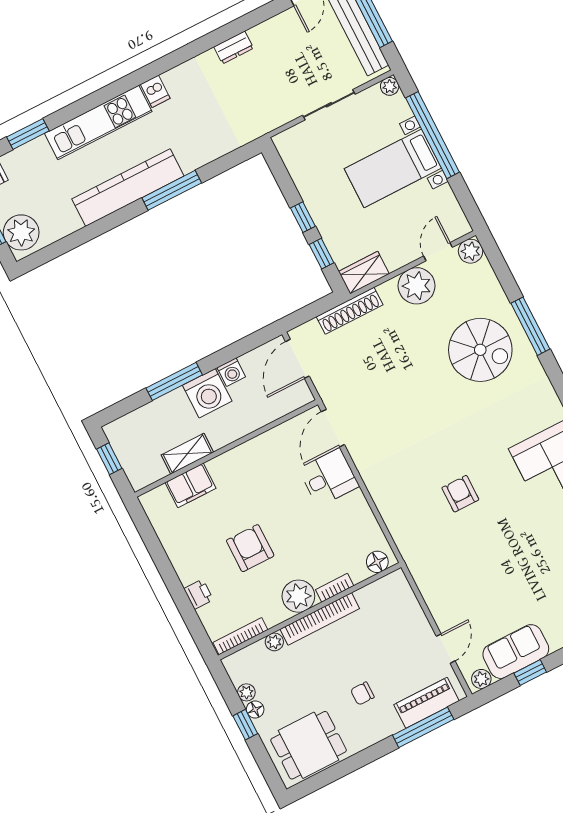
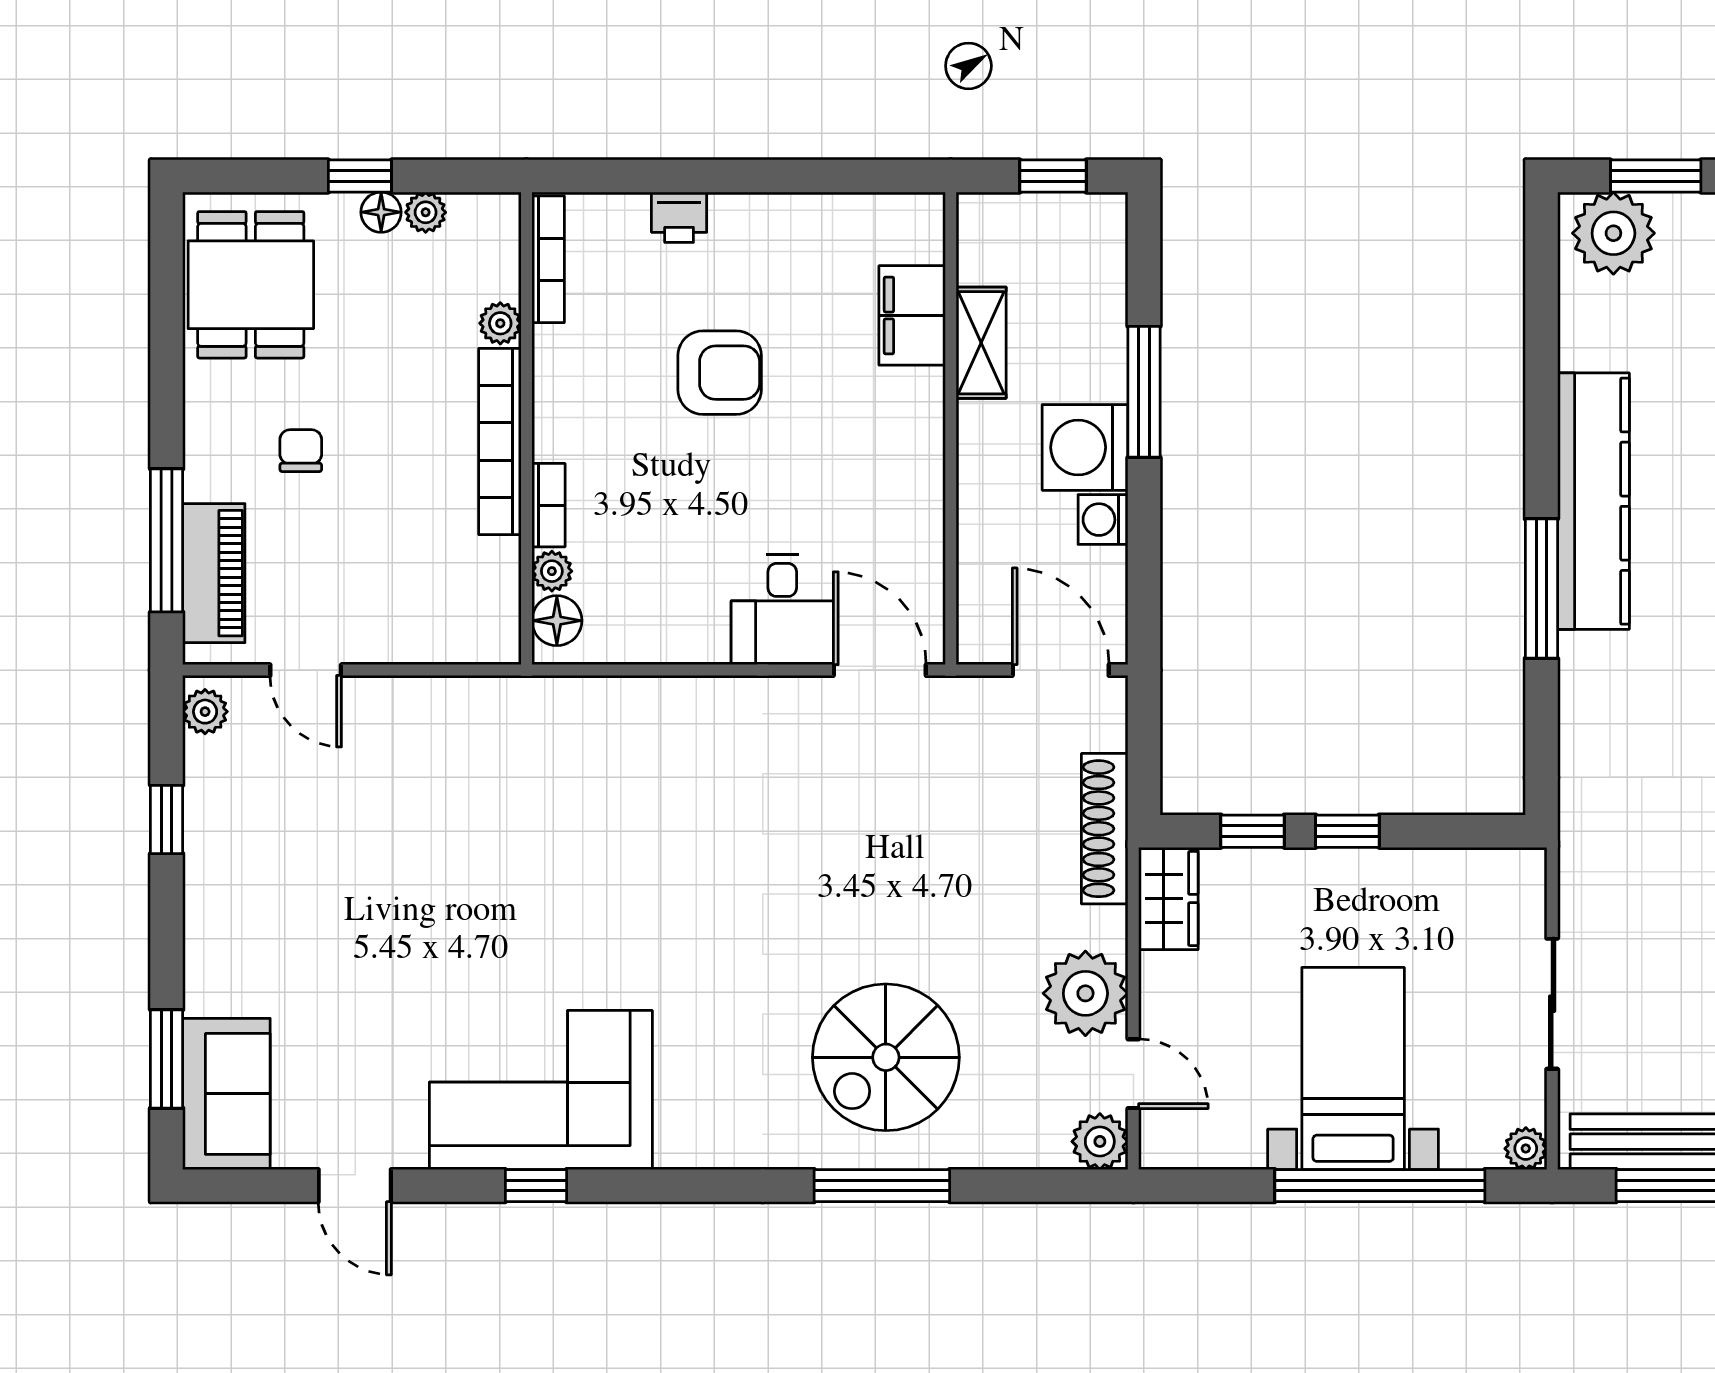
armchair: (460, 494) -> (610, 864), removed
plant: (298, 596) -> (552, 571), moved, width x0.53, depth x0.53
sofa: (516, 652) -> (225, 812), removed

